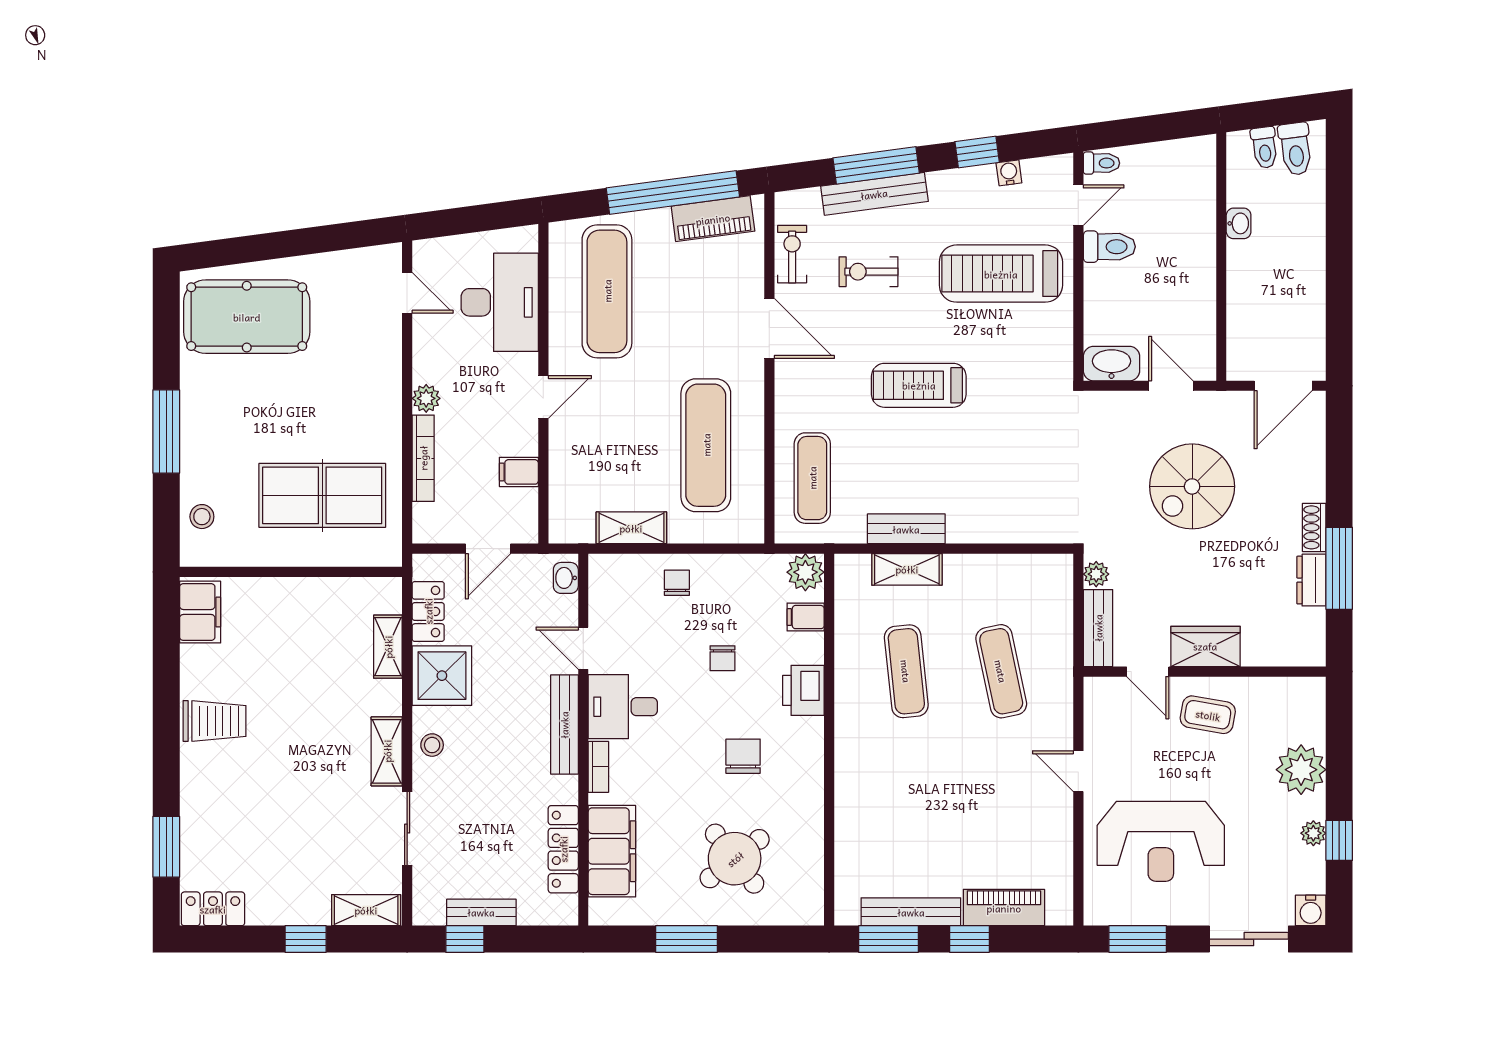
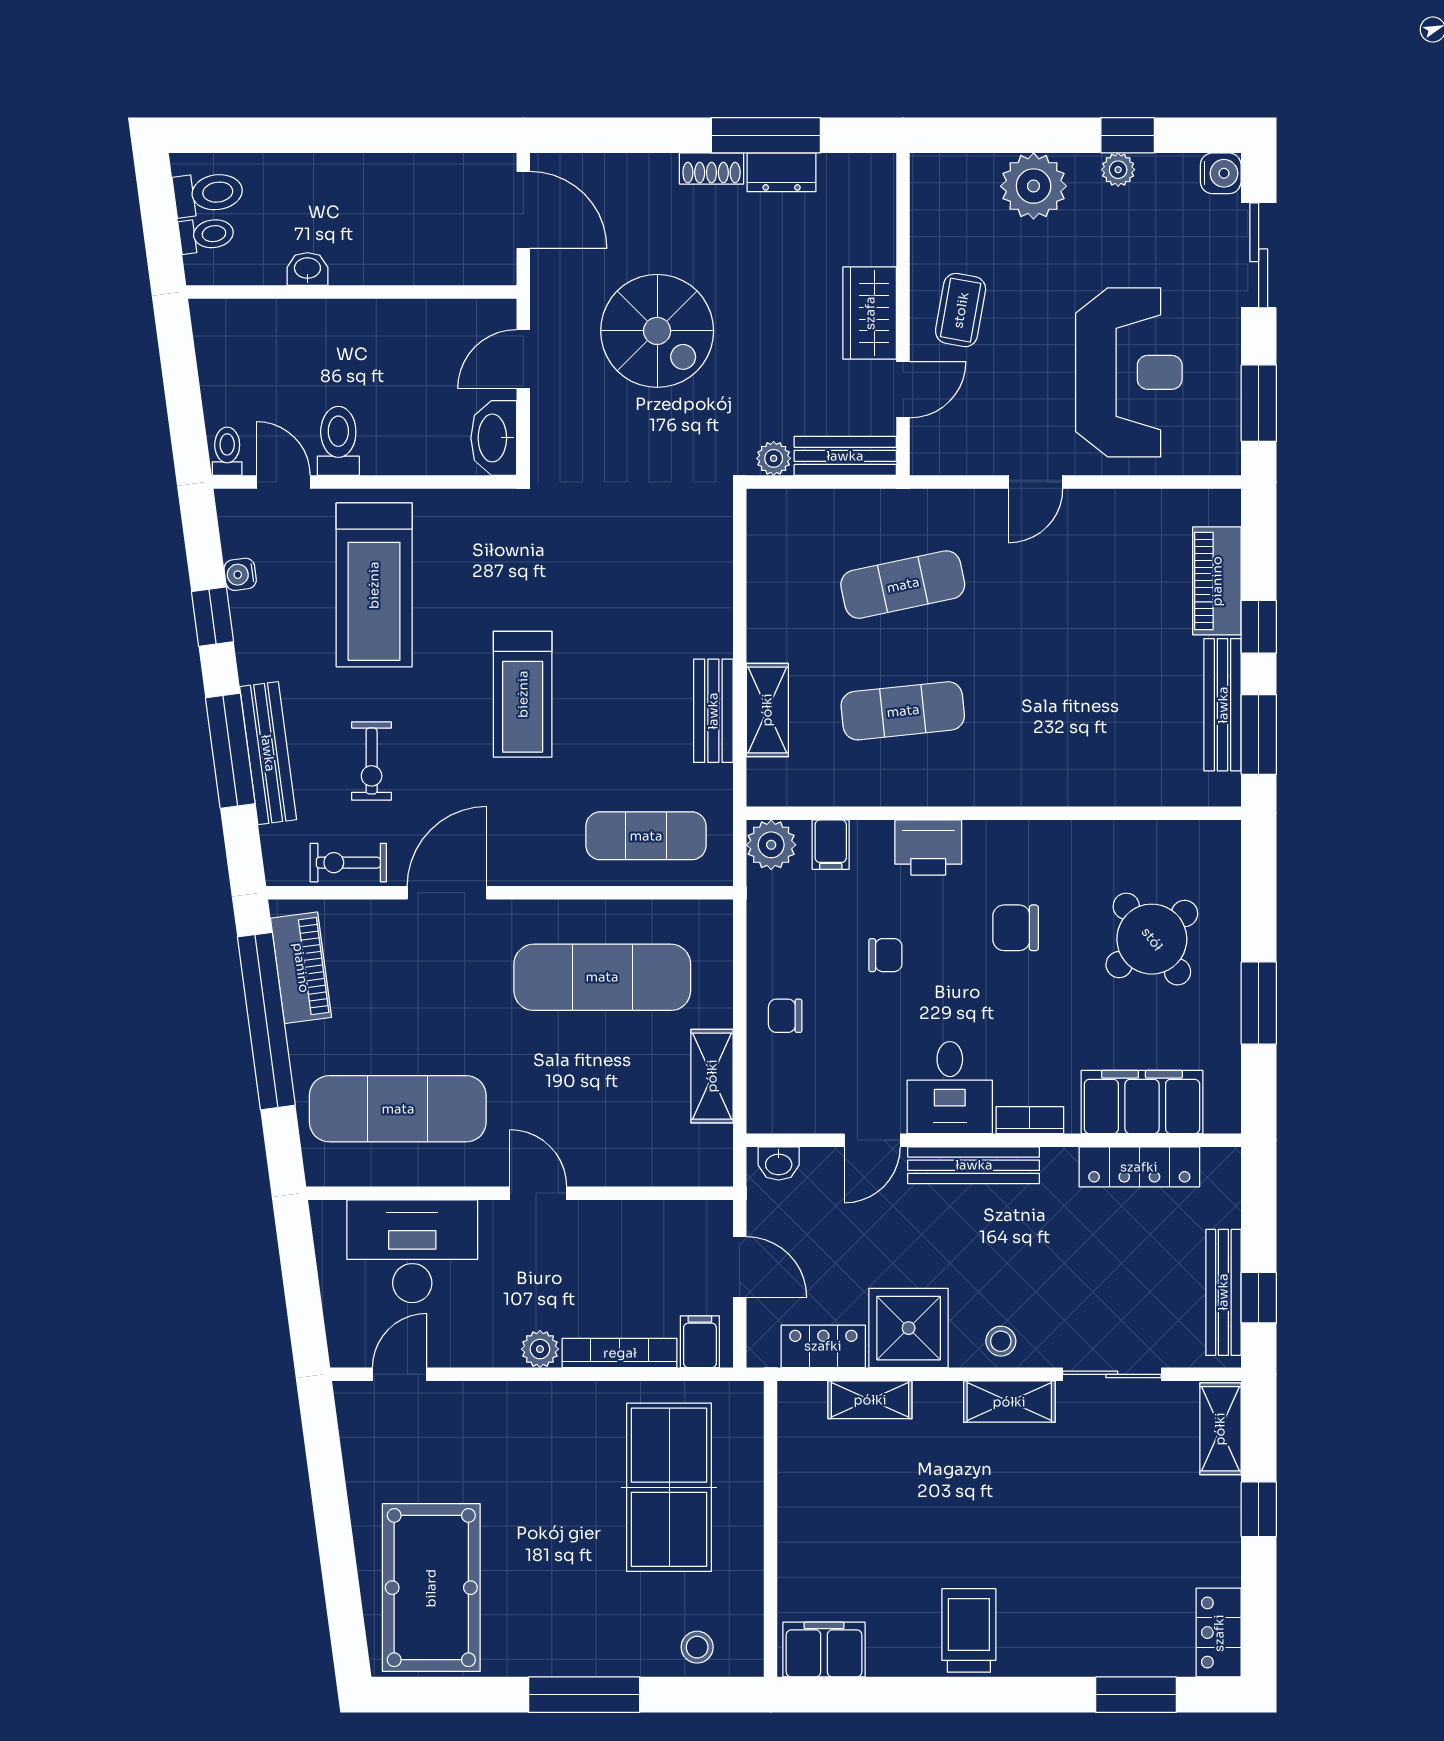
filing cabinet: (519, 472) -> (700, 1342), moved, turned 180
bench: (481, 912) -> (1223, 1292), width x1.36

